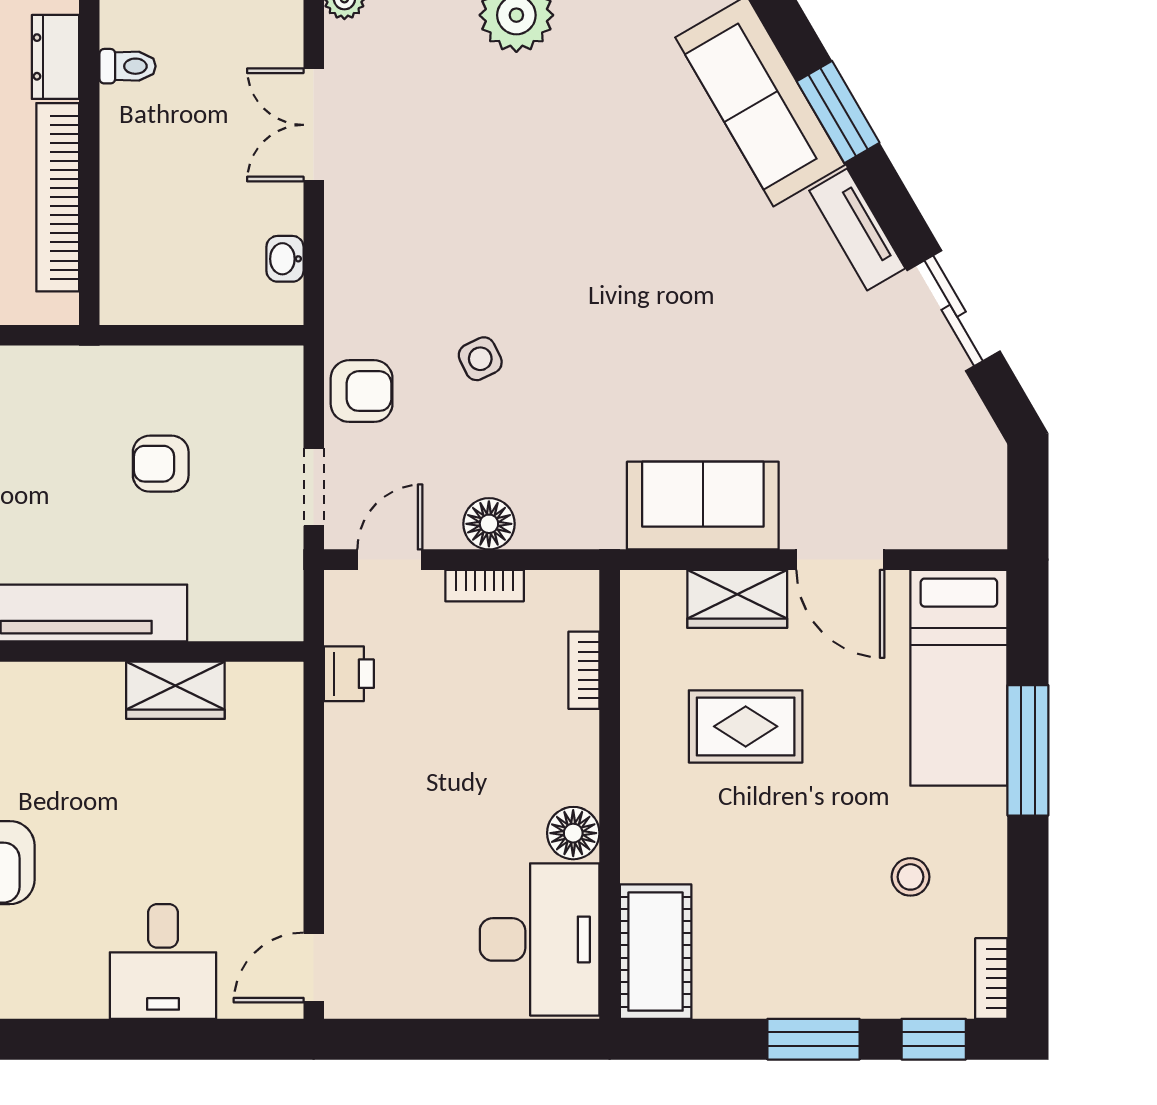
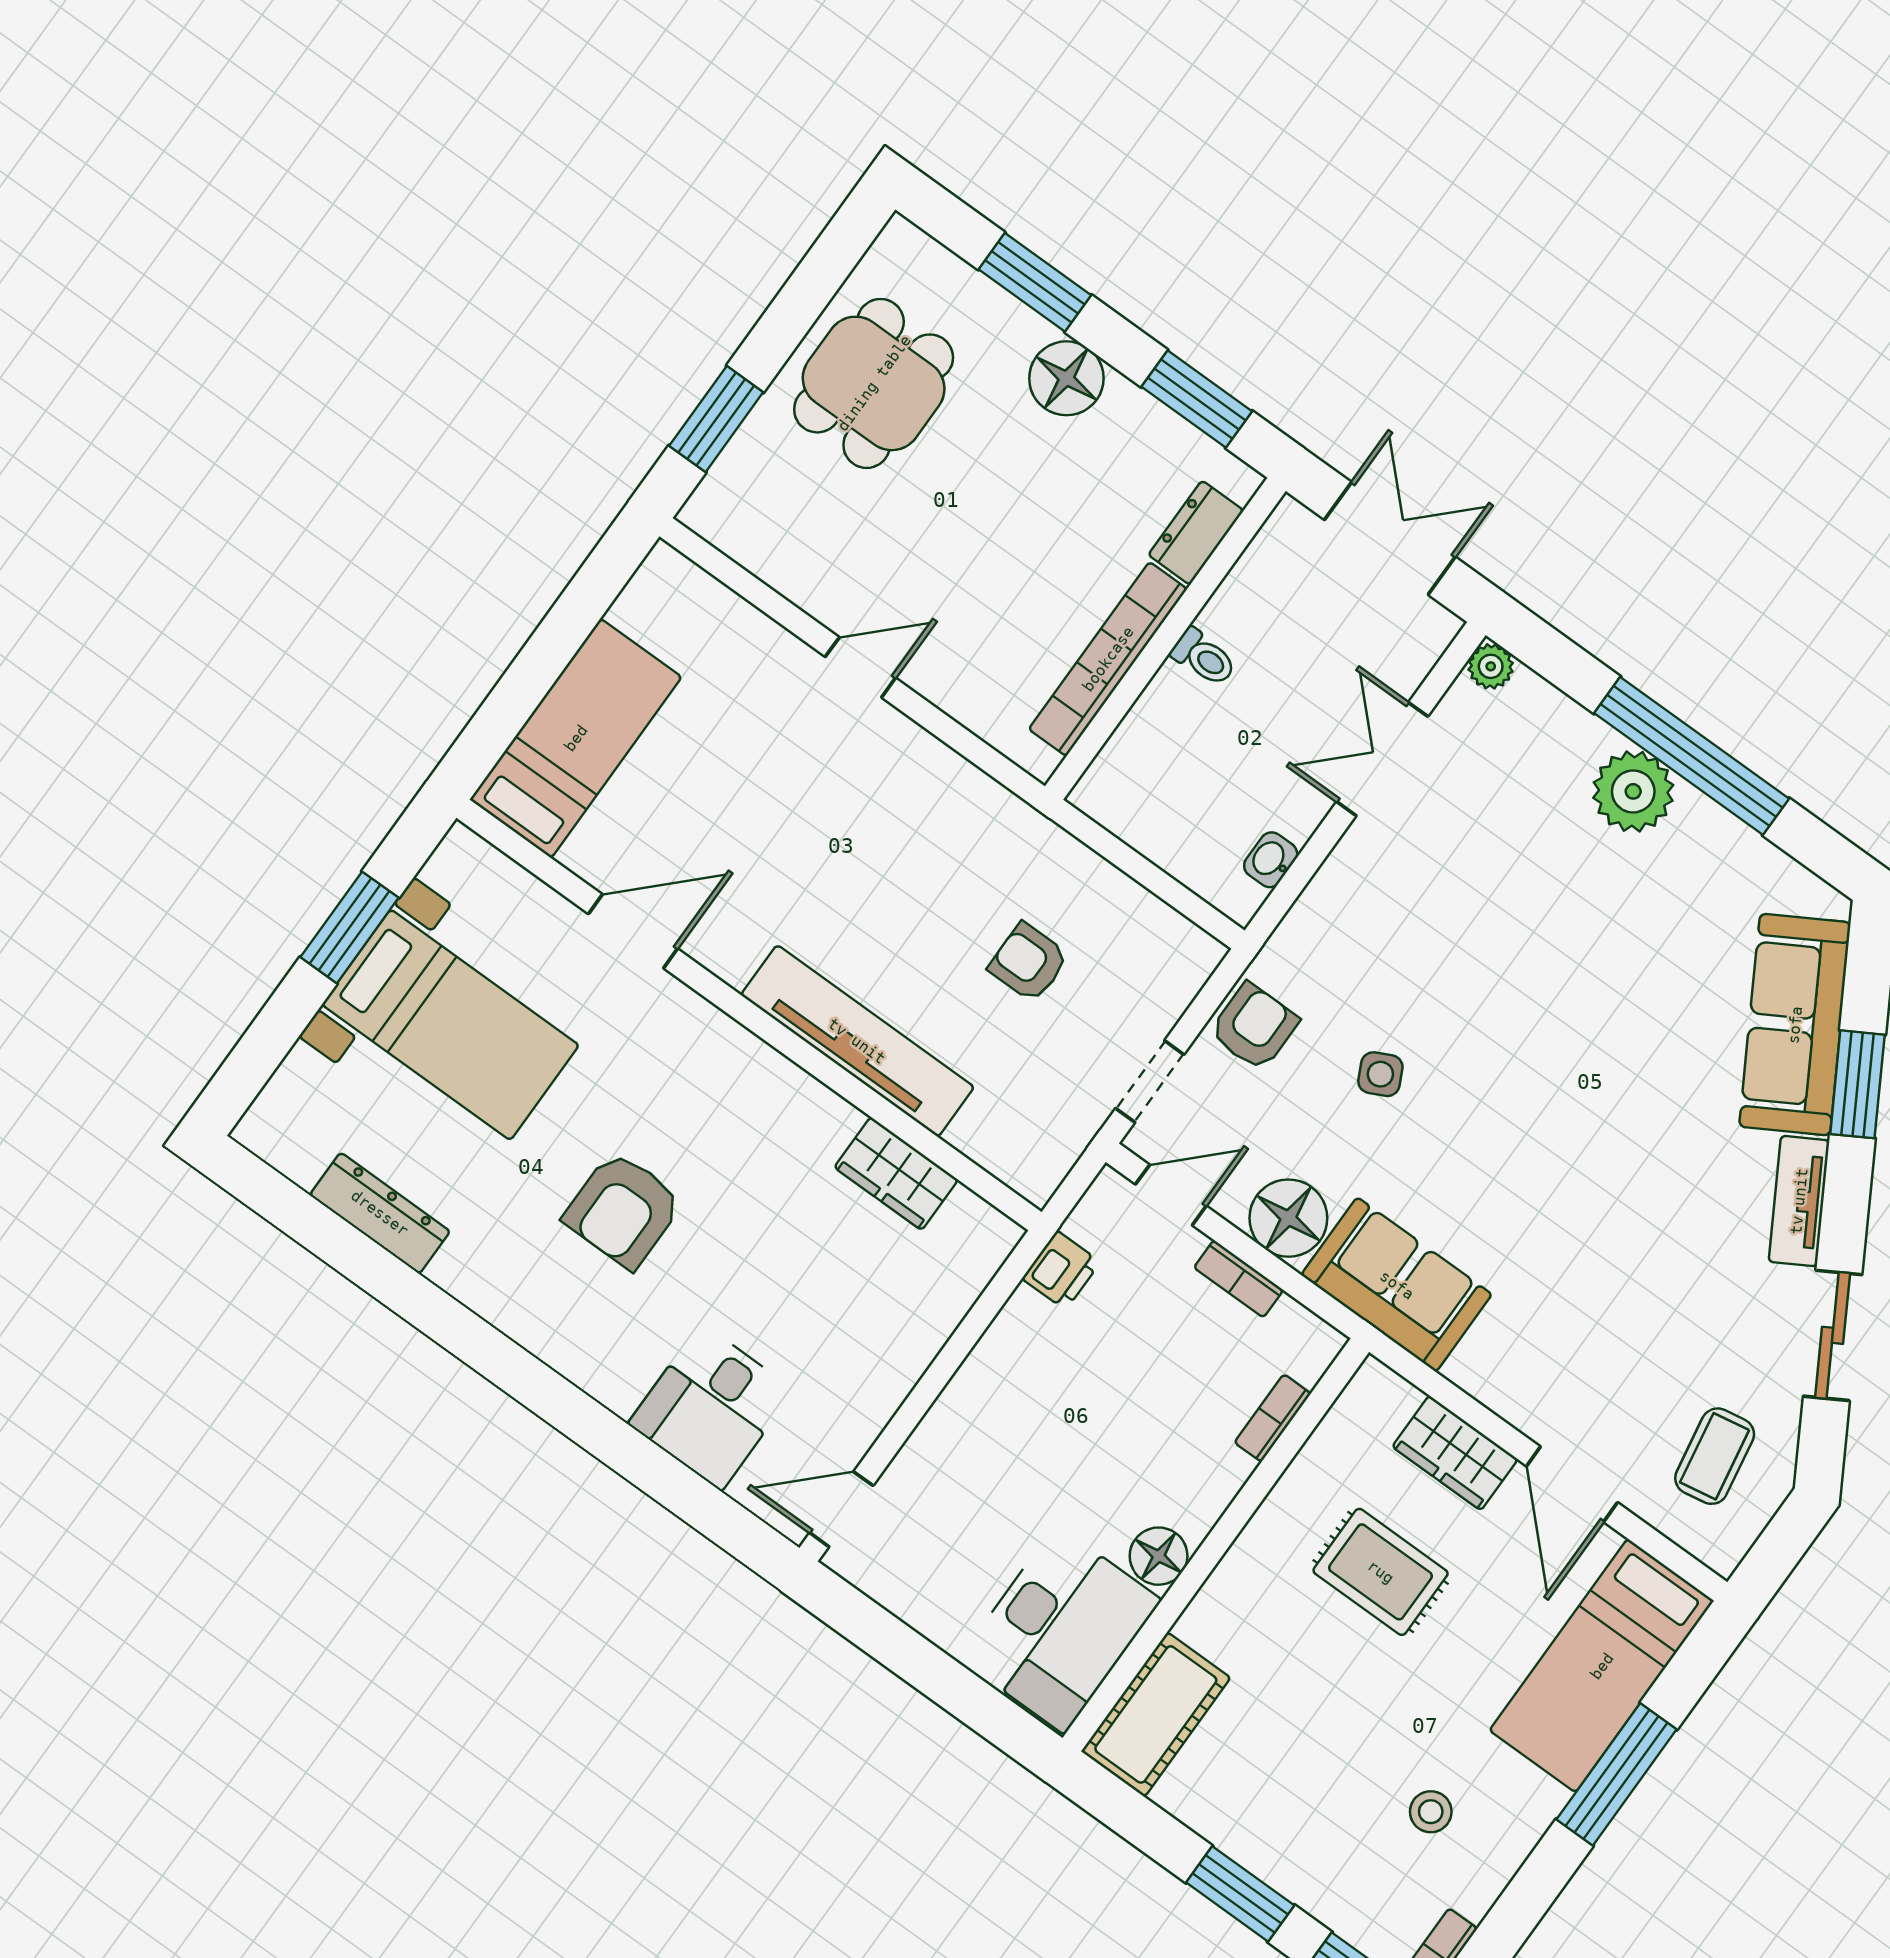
toilet: (128, 66) -> (1204, 657), moved
armchair: (362, 391) -> (1254, 1027), turned -90
coffee table: (931, 463) -> (1715, 1456), added
sofa: (703, 506) -> (1397, 1285), moved
floor lamp: (489, 524) -> (1288, 1218), width x1.38, depth x1.38

